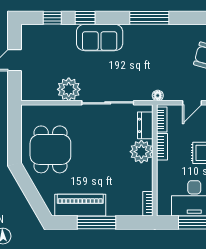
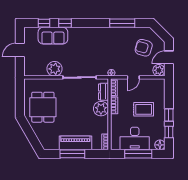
window: (149, 18) -> (122, 23), moved
sofa: (100, 38) -> (53, 36), moved
piano: (80, 205) -> (75, 143), moved

